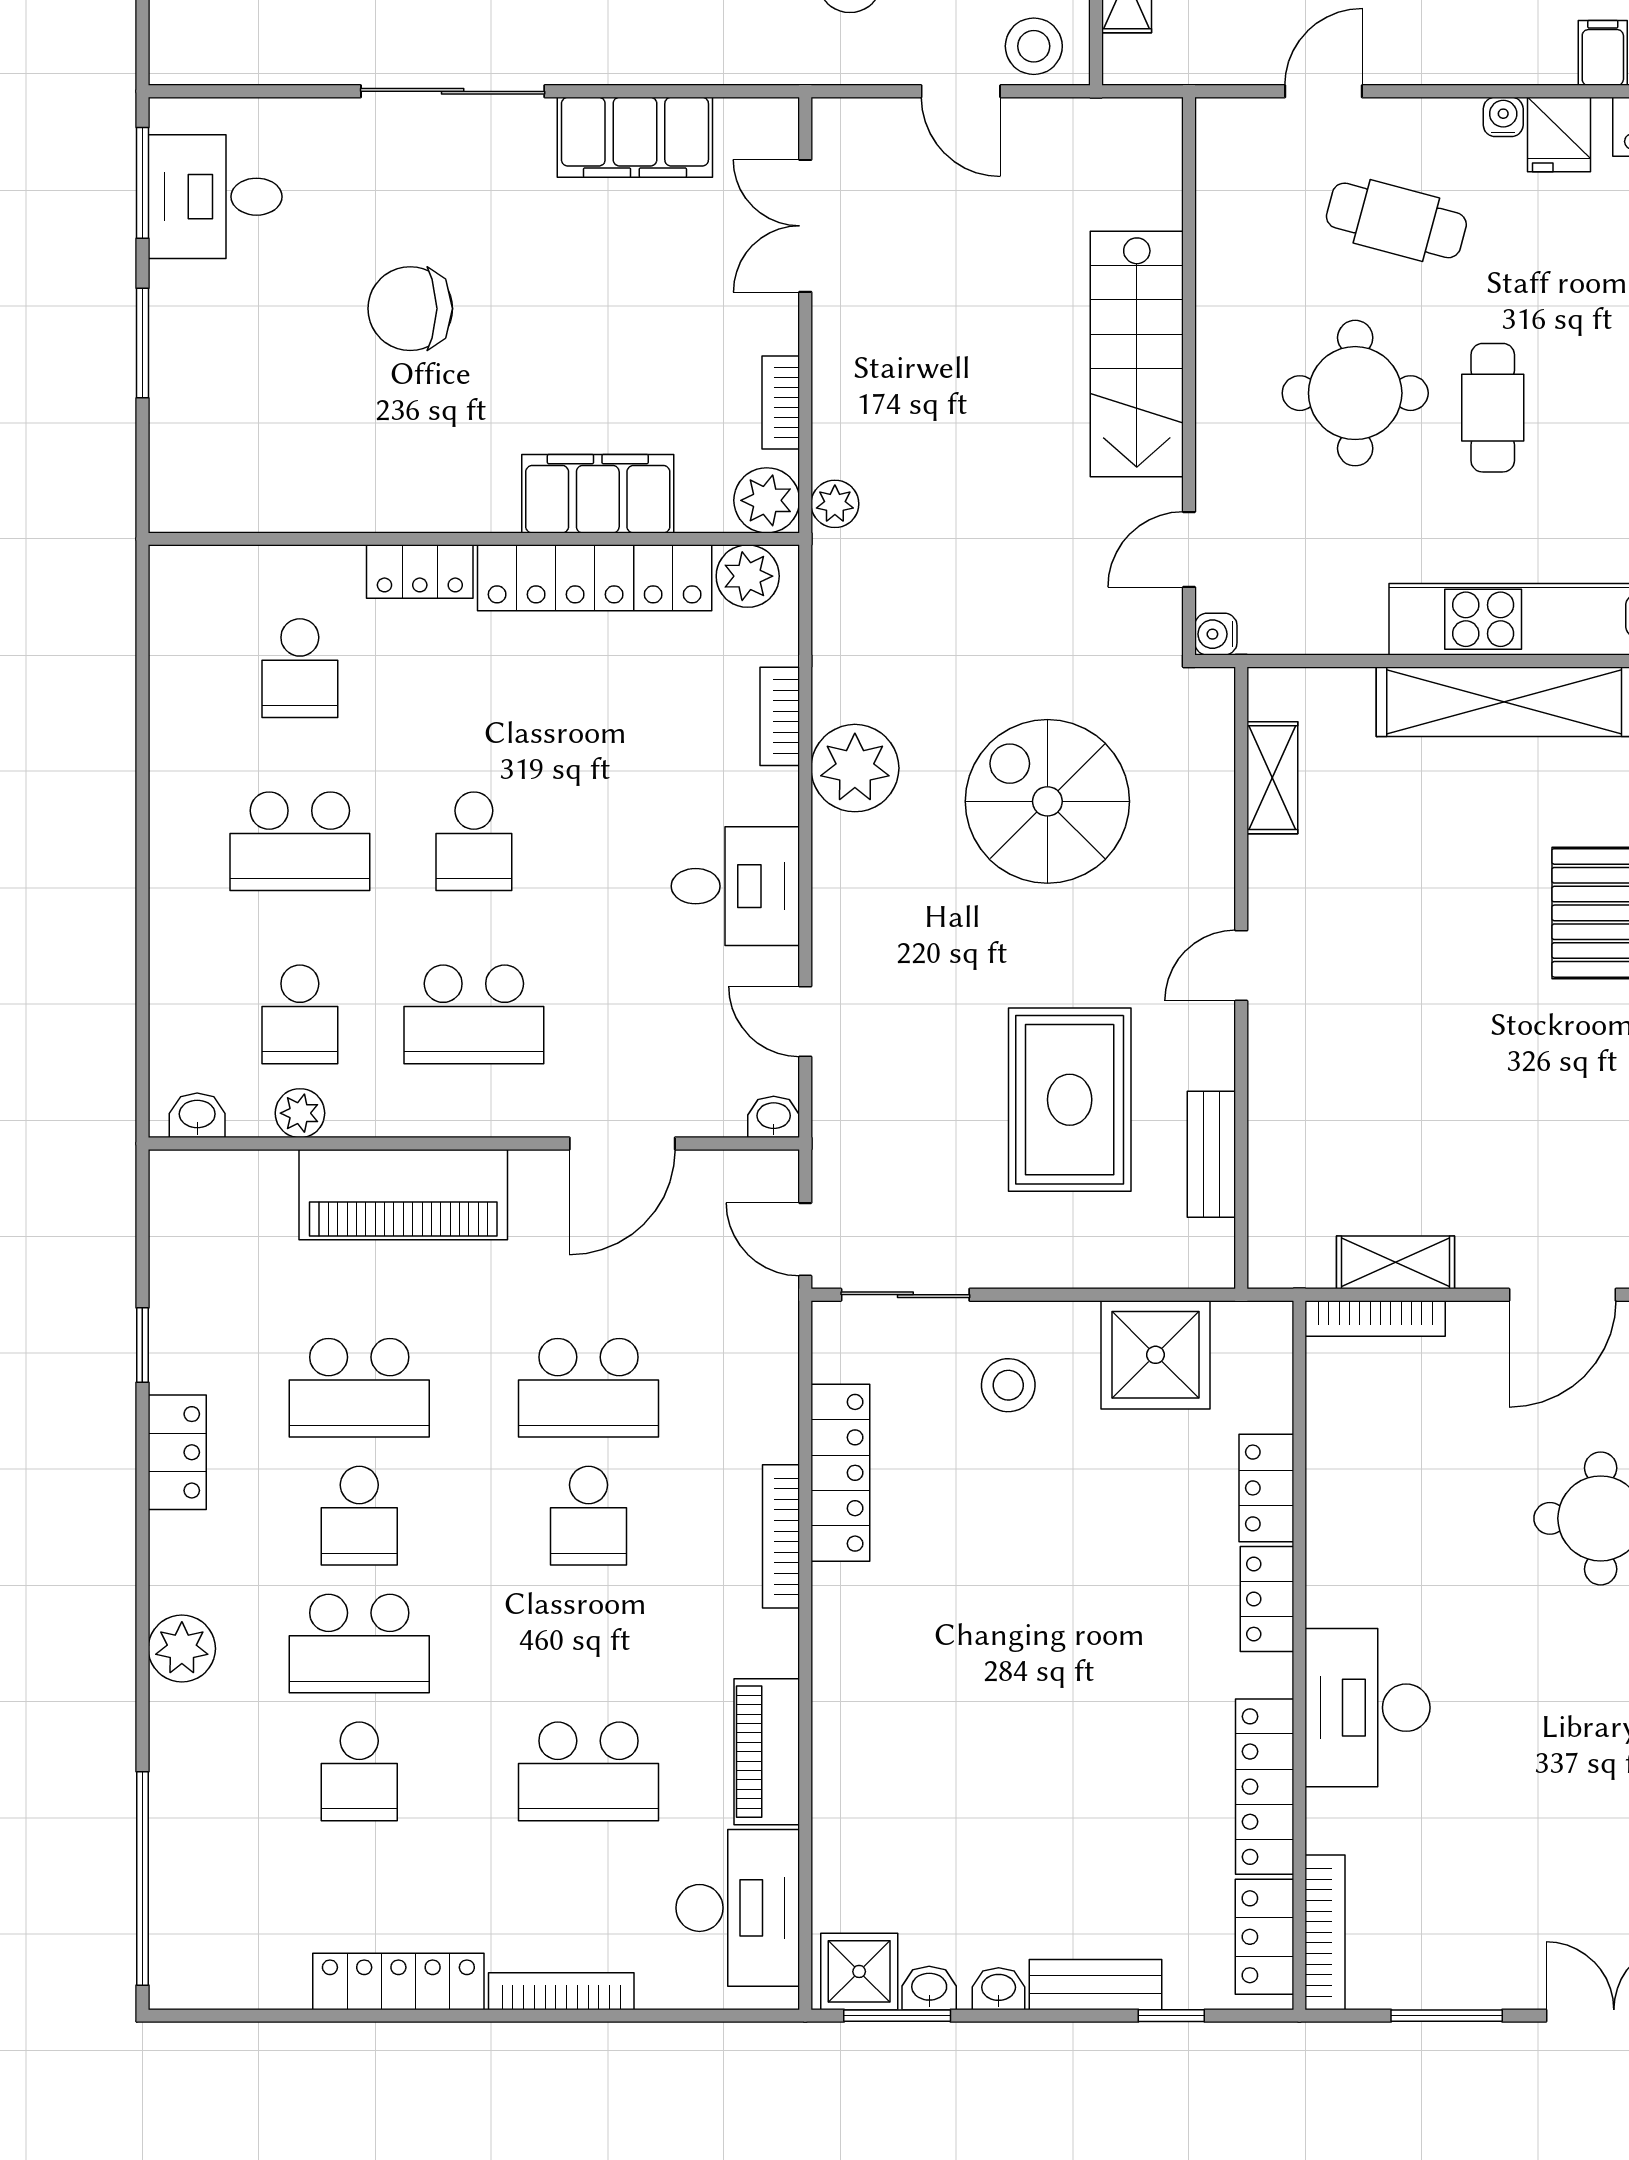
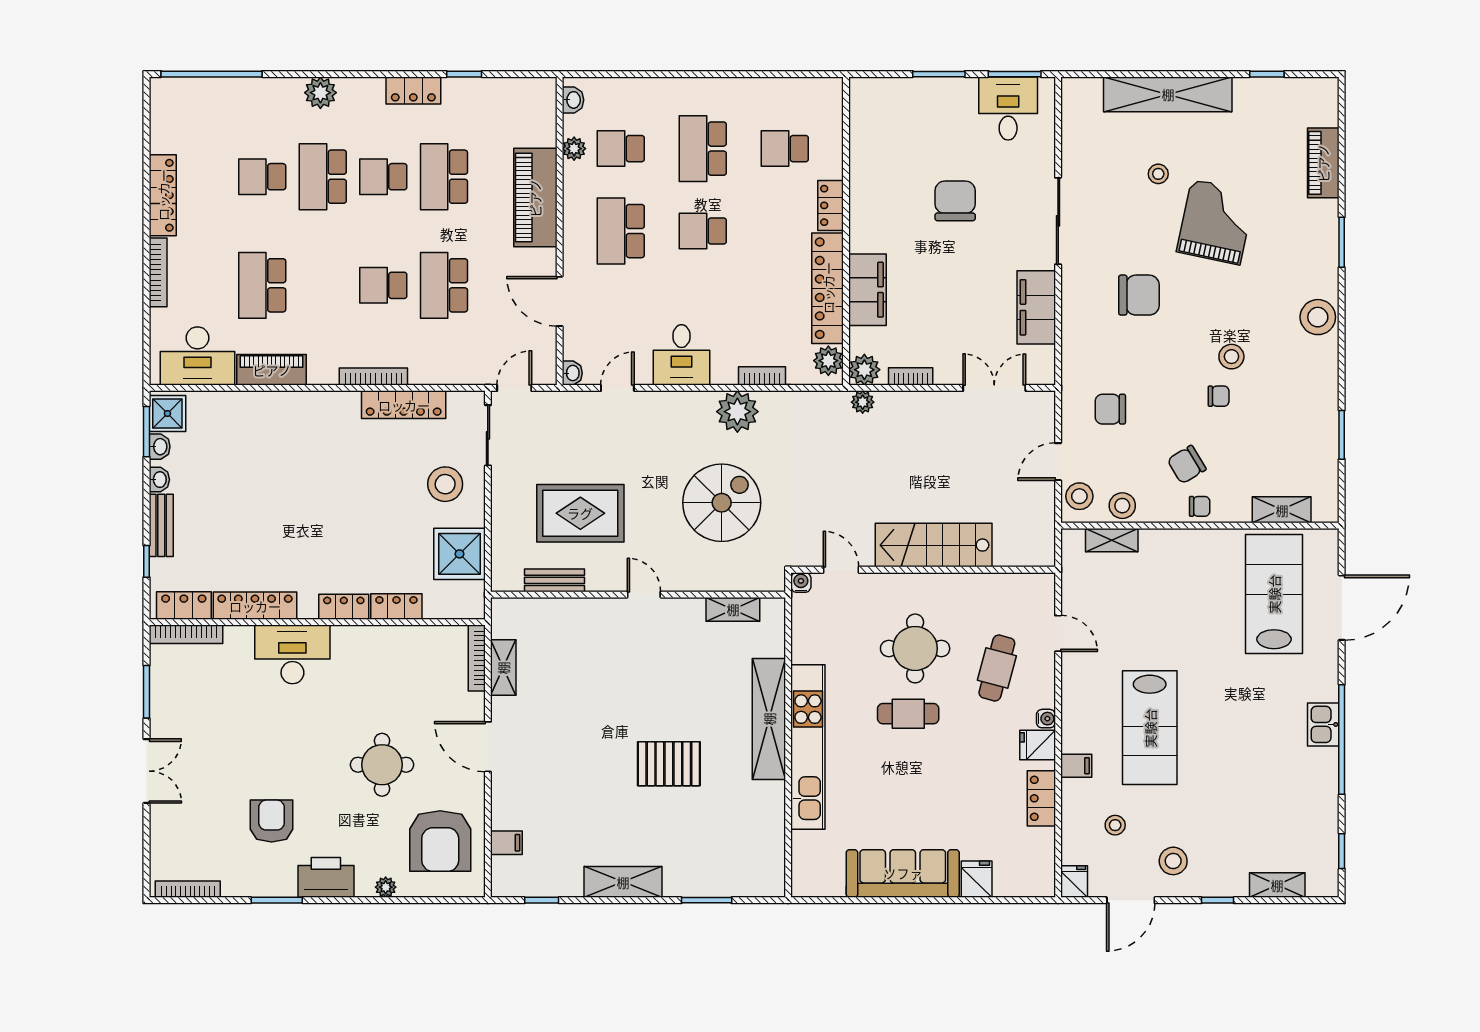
stool: (1008, 1385) -> (445, 484), width x1.38, depth x1.38

